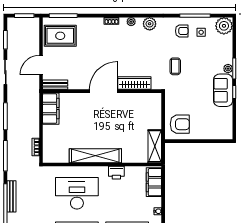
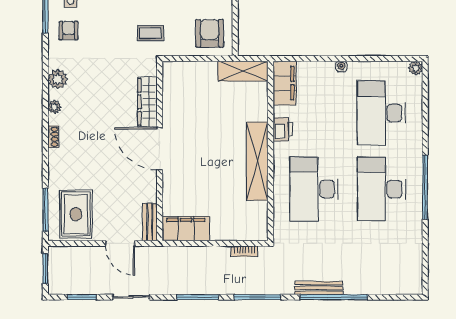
coffee table: (175, 66) -> (150, 33), moved
filing cabinet: (154, 182) -> (284, 83), moved, turned -90

